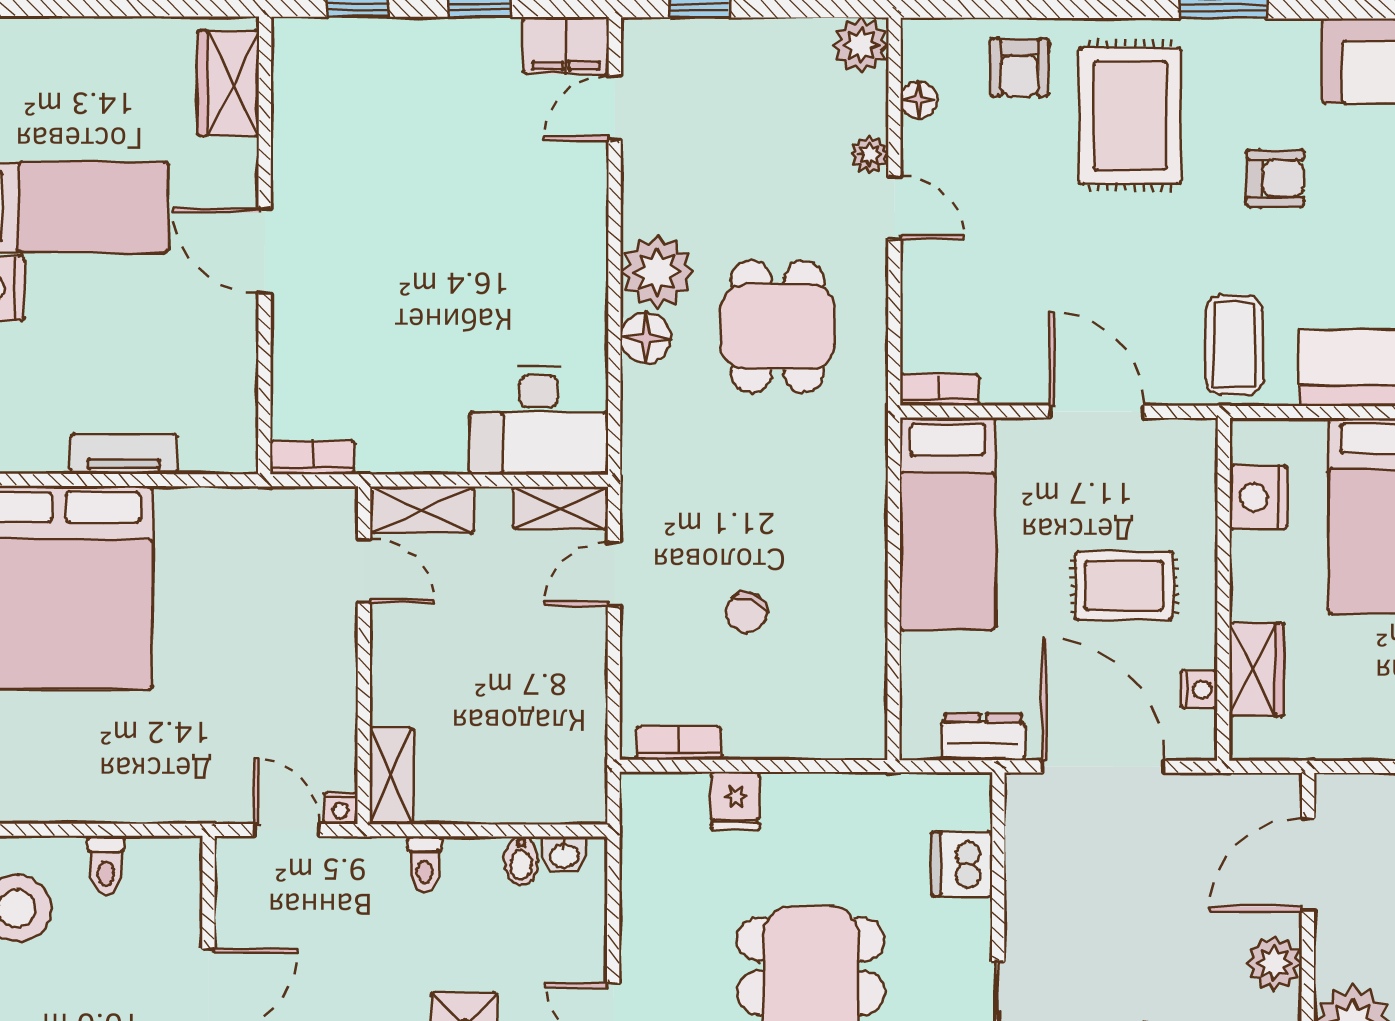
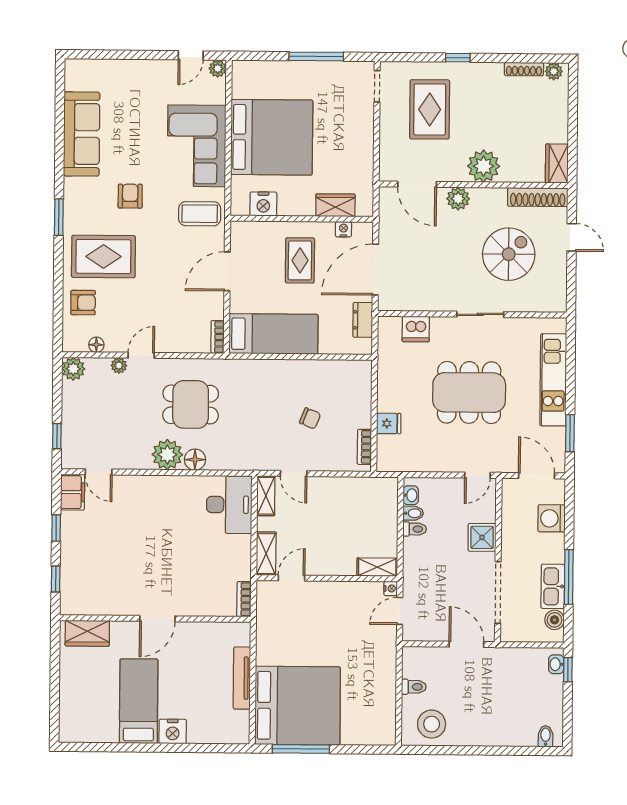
tv unit: (124, 454) -> (242, 678), width x1.41
toilet: (424, 864) -> (415, 529), moved

